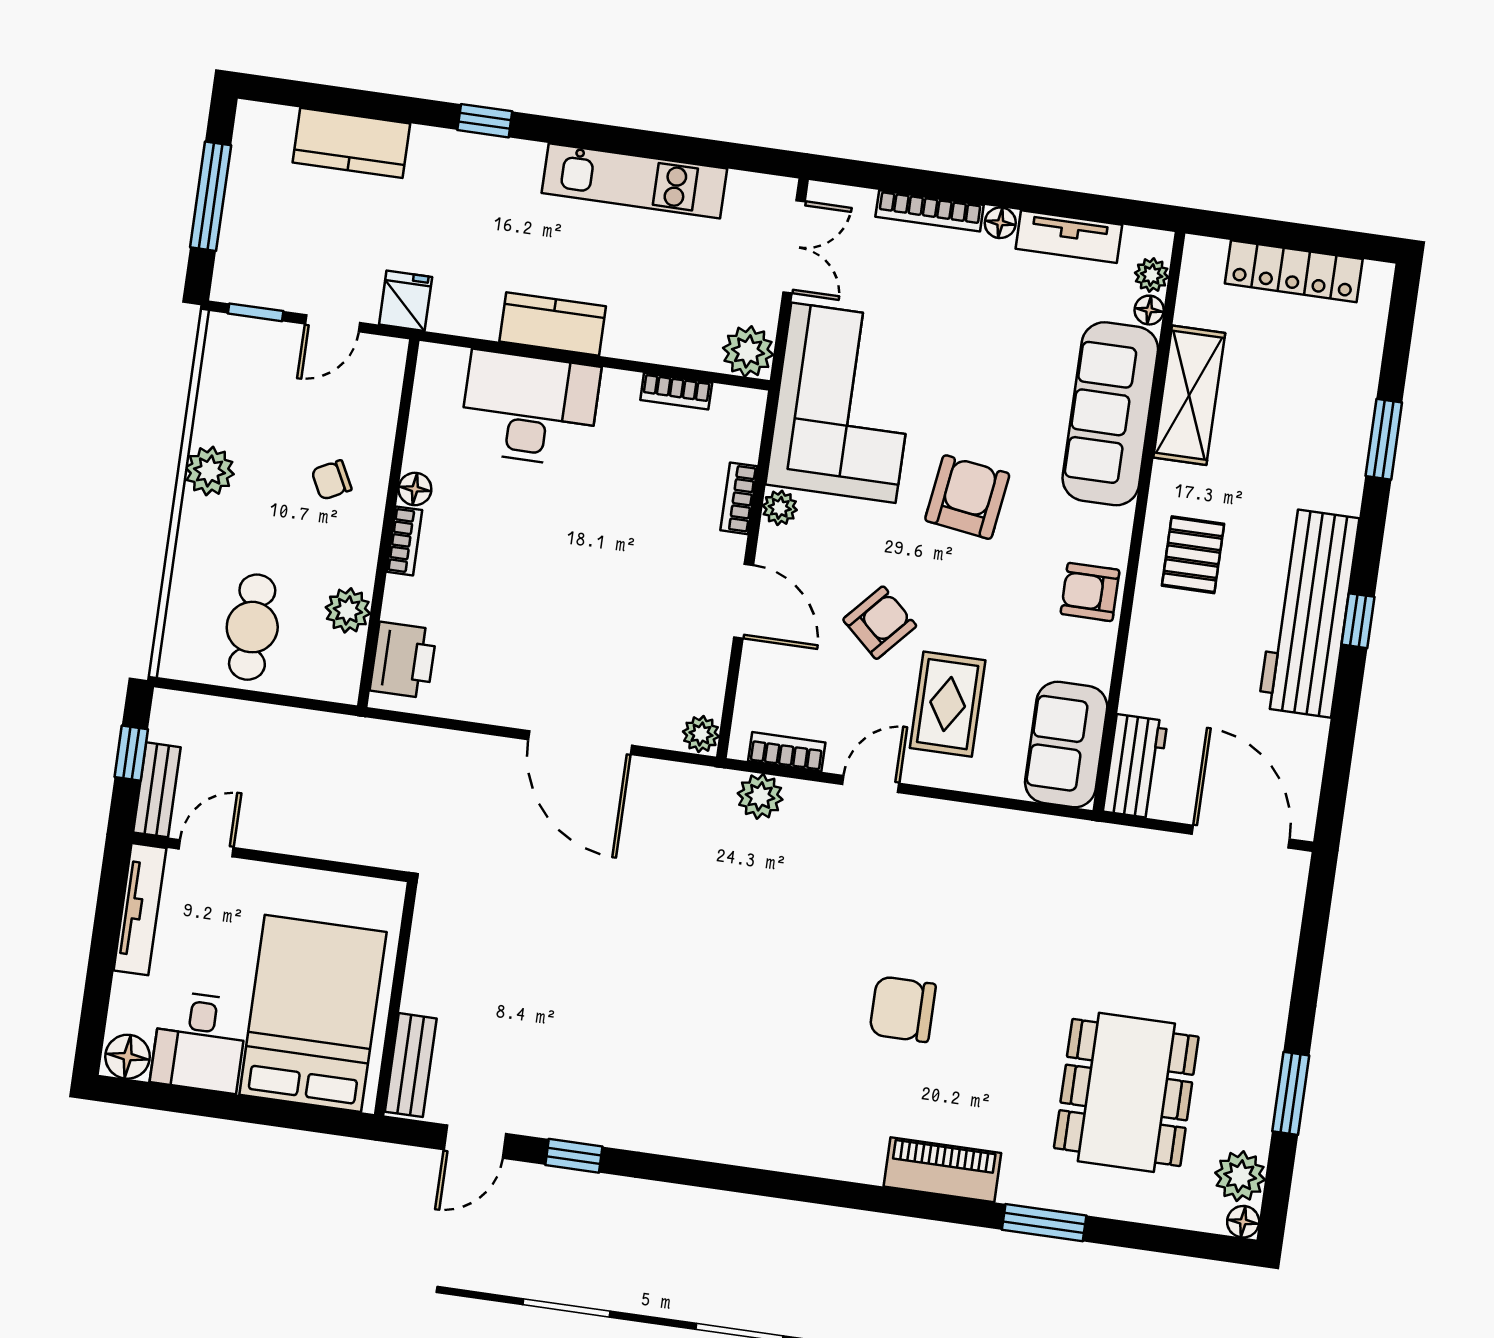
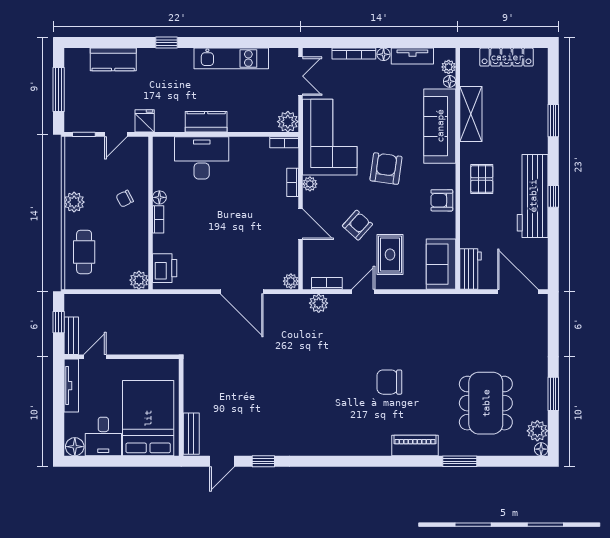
bookcase: (676, 391) -> (284, 142), moved
plant: (348, 610) -> (139, 280), moved
cafe table: (252, 627) -> (84, 252), moved

